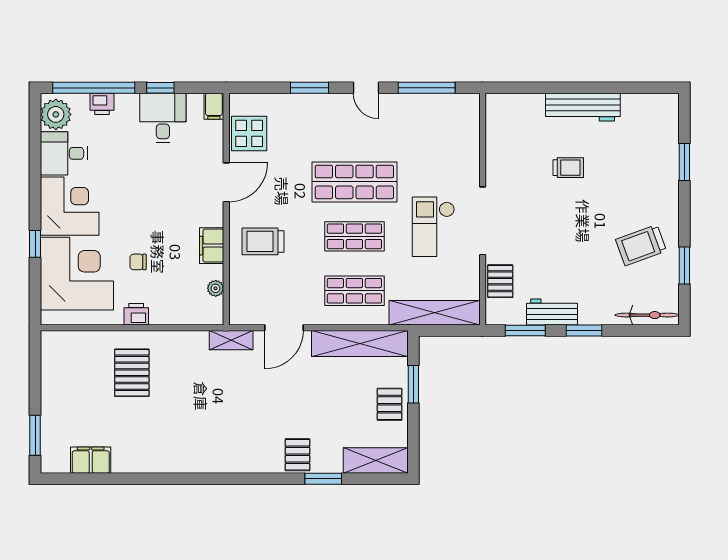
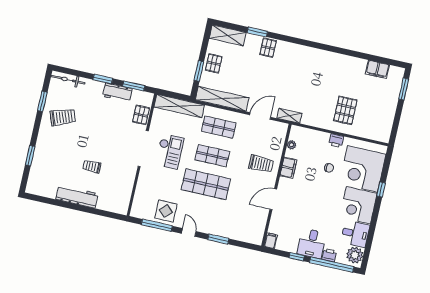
desk: (163, 118) -> (312, 243), moved
display table: (249, 133) -> (166, 211), moved

